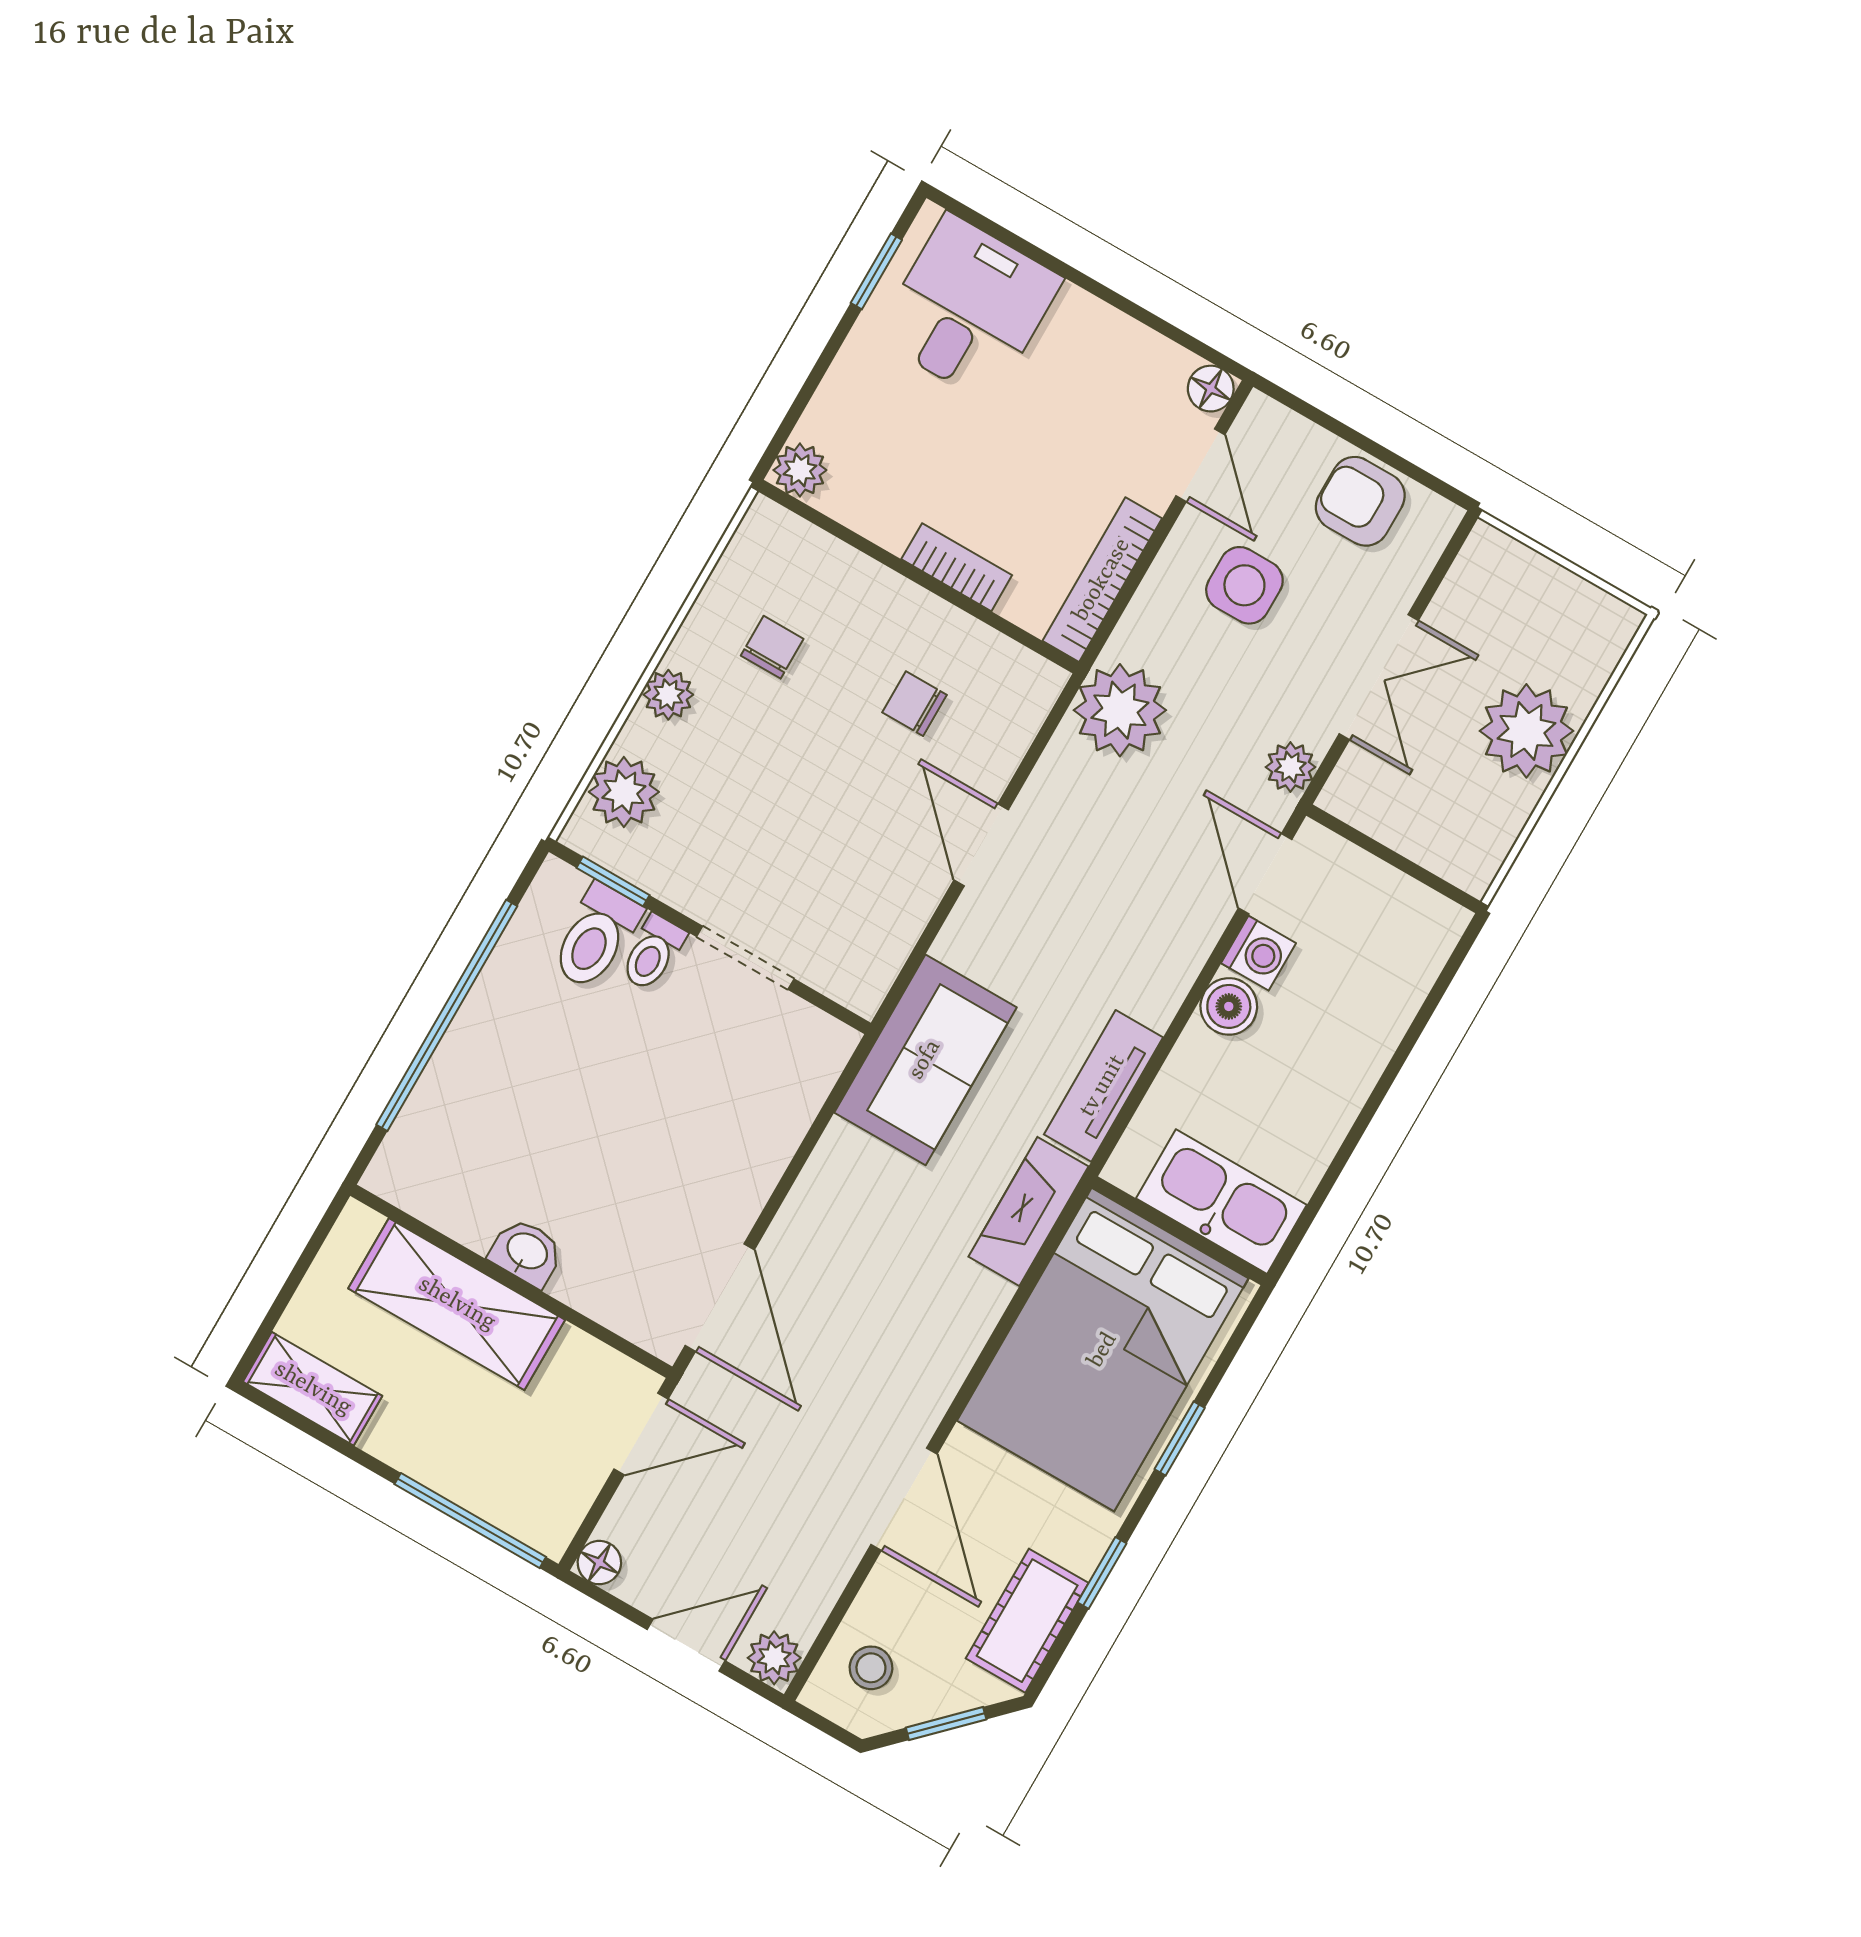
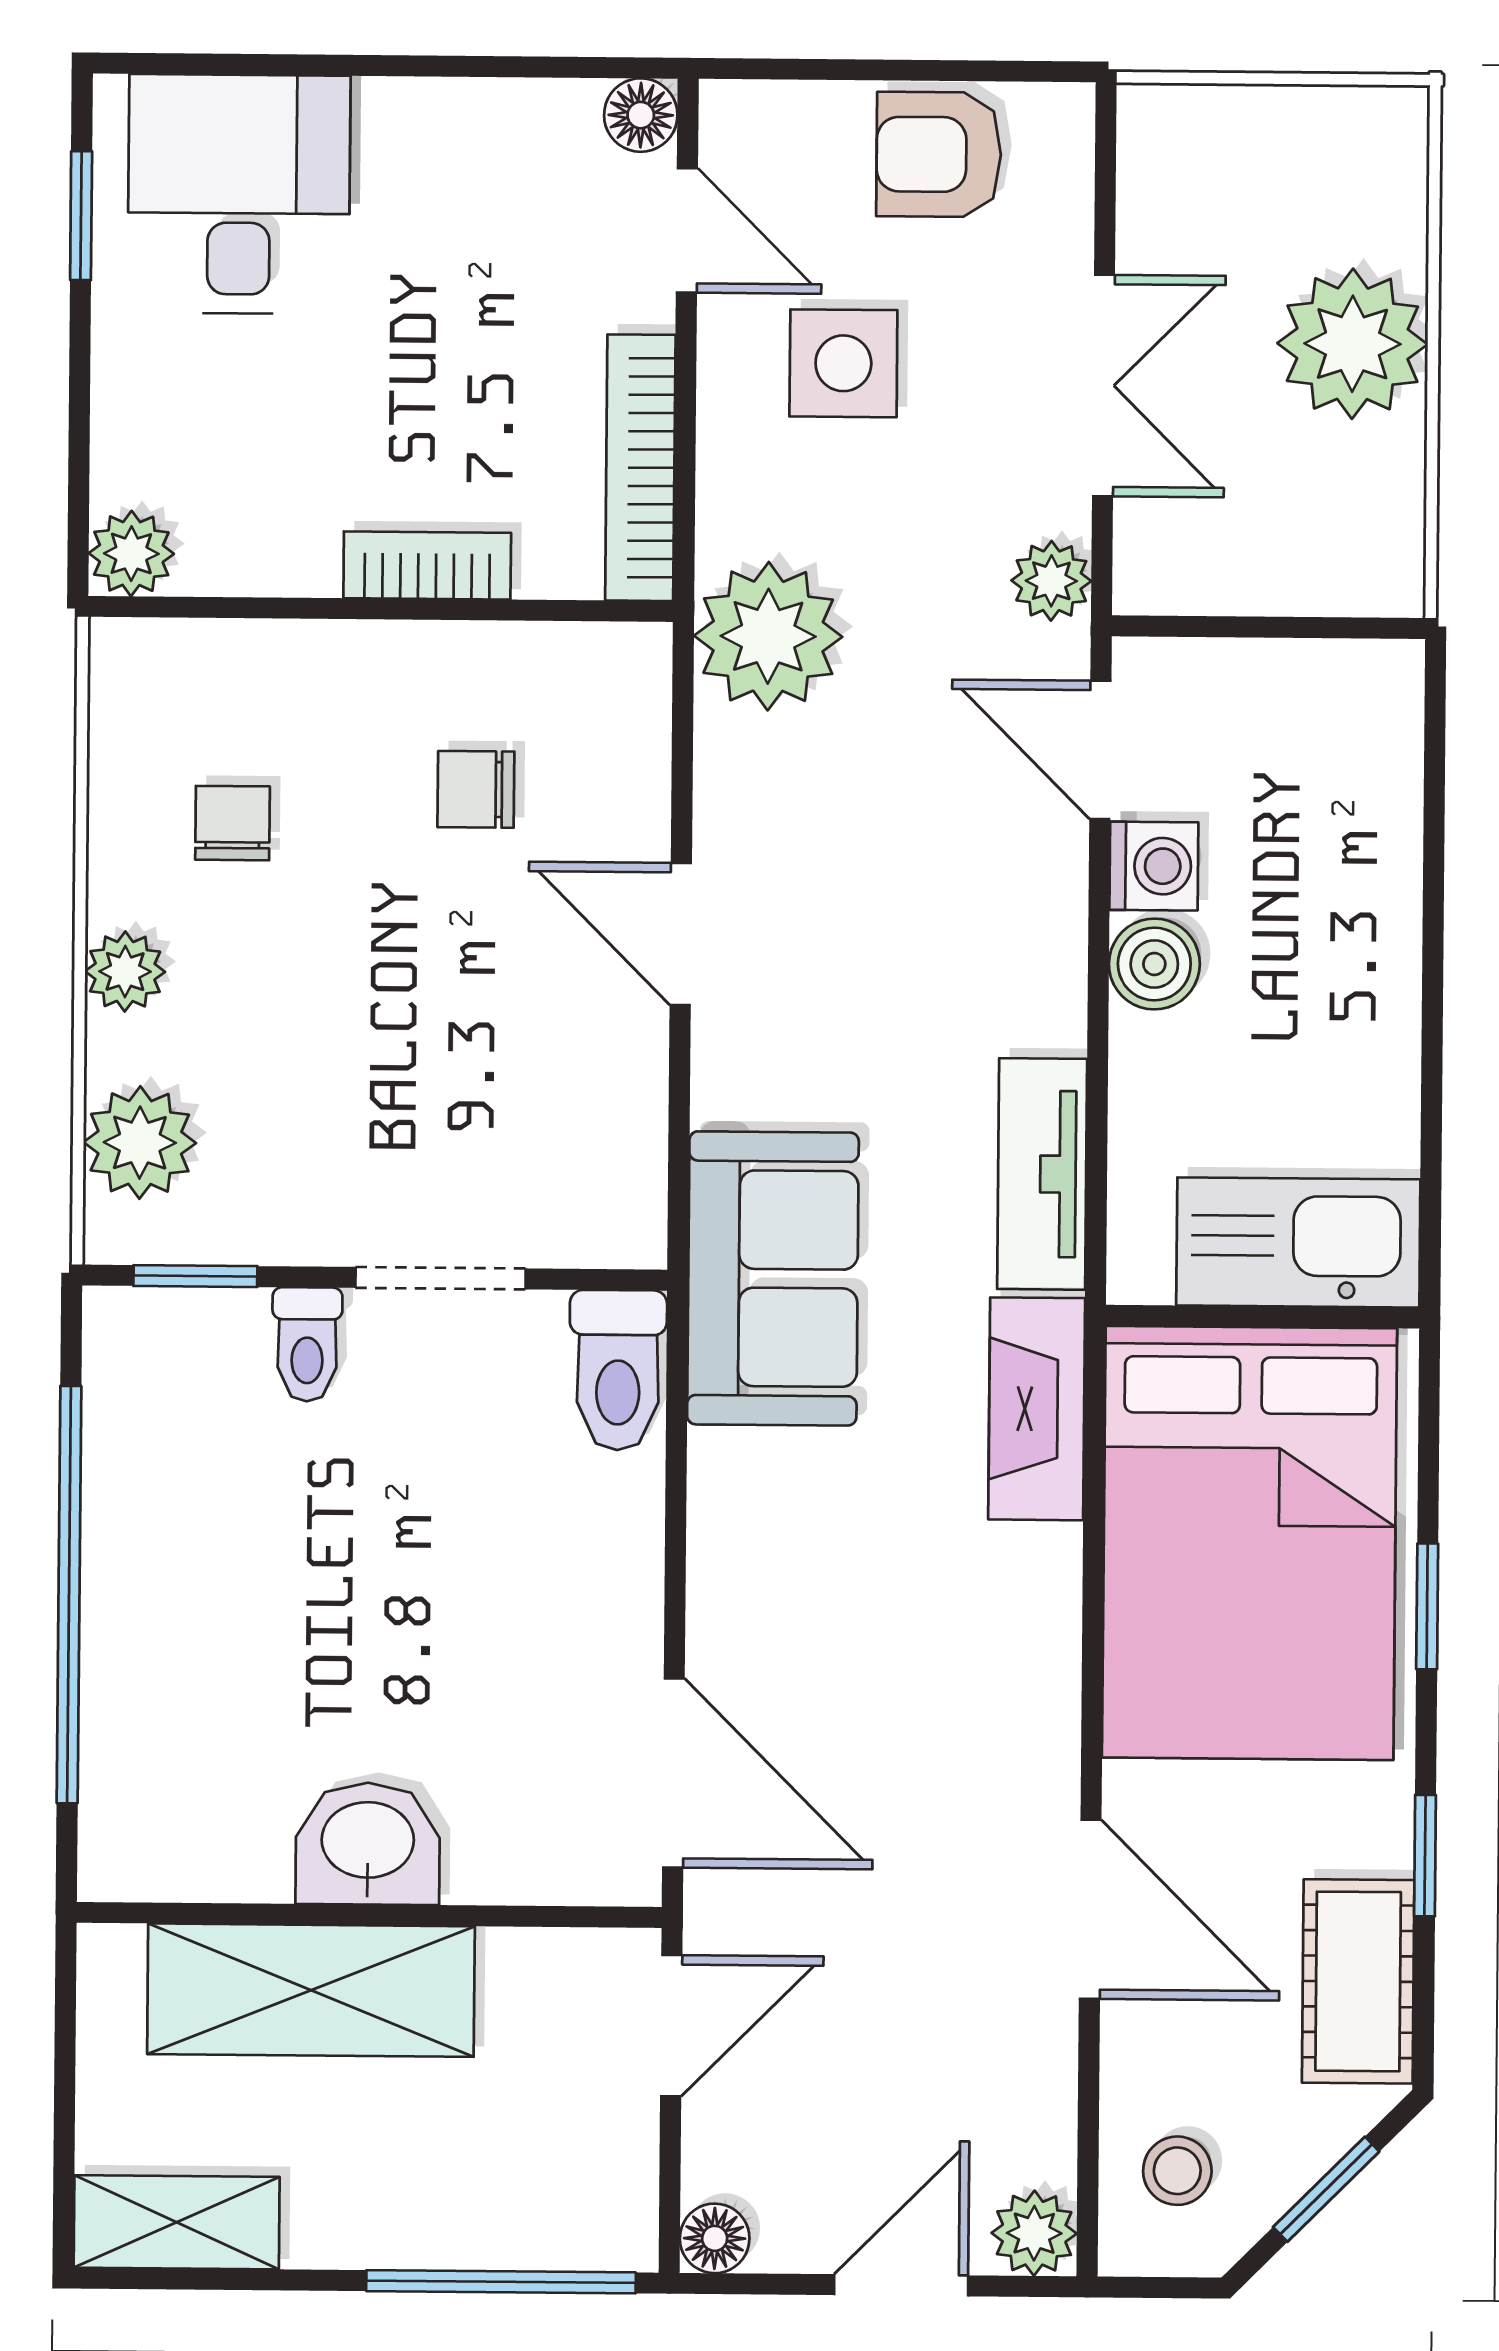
toilet: (596, 937) -> (618, 1370), moved
washbasin: (527, 1252) -> (368, 1844), width x1.38, depth x1.45

